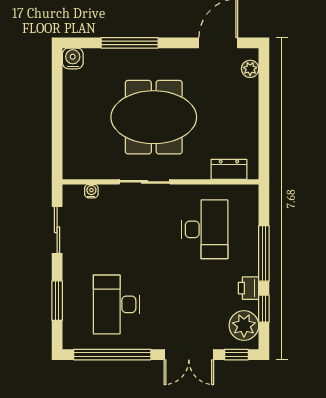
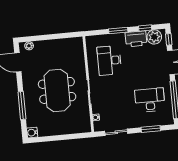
dresser: (229, 169) -> (79, 51), removed
desk: (205, 229) -> (109, 60), turned -90
window: (264, 253) -> (118, 31), width x0.69
printer: (249, 288) -> (136, 39), width x1.87, depth x1.48
desk: (116, 304) -> (150, 100), turned 180

